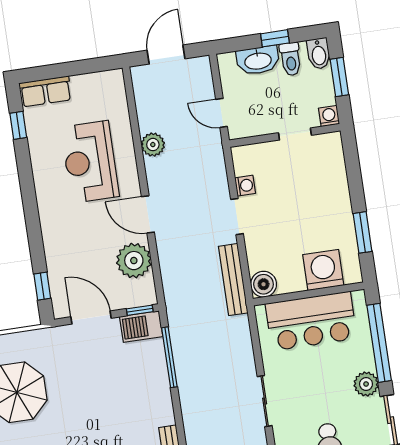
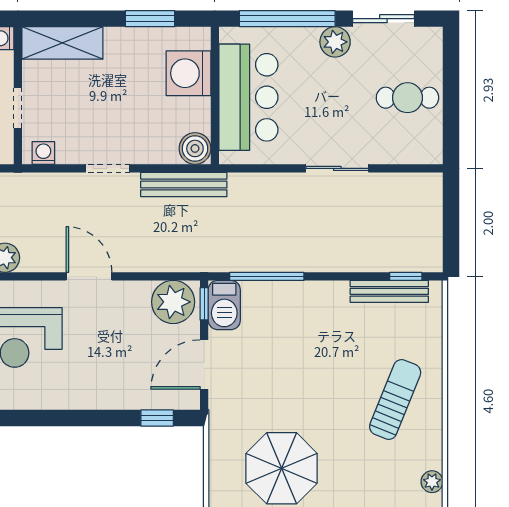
doorway: (295, 134) -> (18, 108), moved
shelving: (332, 165) -> (62, 43), added
washing machine: (245, 186) -> (43, 153), moved
door: (148, 214) -> (89, 276), swing flipped
plant: (134, 261) -> (173, 302), moved

